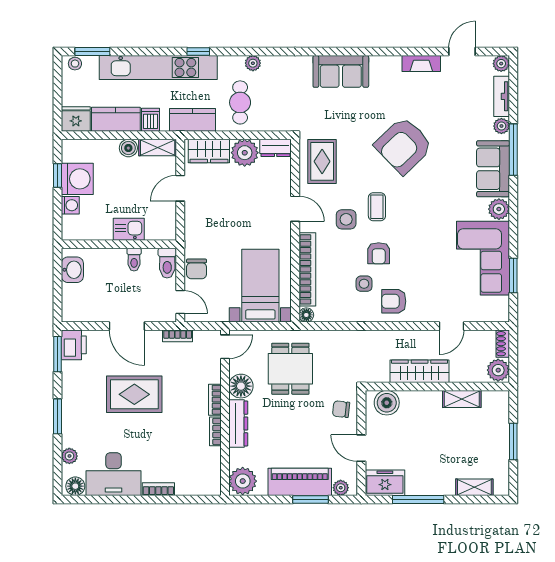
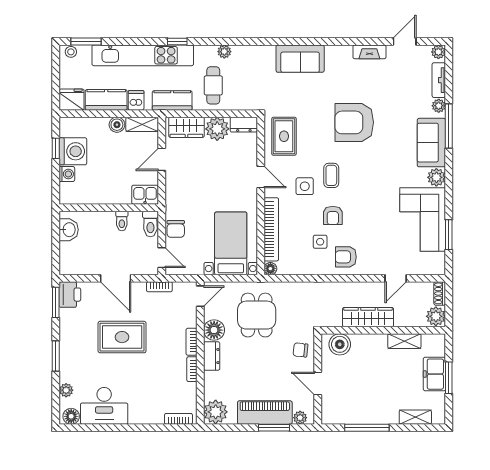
armchair: (404, 145) -> (354, 122), turned 44
kitchen sink: (129, 229) -> (145, 195), moved
dresser: (238, 423) -> (212, 356), width x0.70
freezer: (385, 483) -> (434, 374), moved, turned -90
bookcase: (158, 489) -> (178, 419), moved

